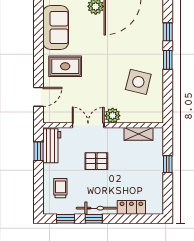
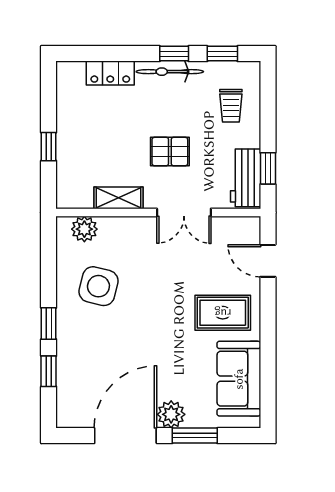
door: (39, 97) -> (268, 261), hinge flipped
plant: (113, 116) -> (84, 229), moved
shelving: (139, 134) -> (118, 198), moved

